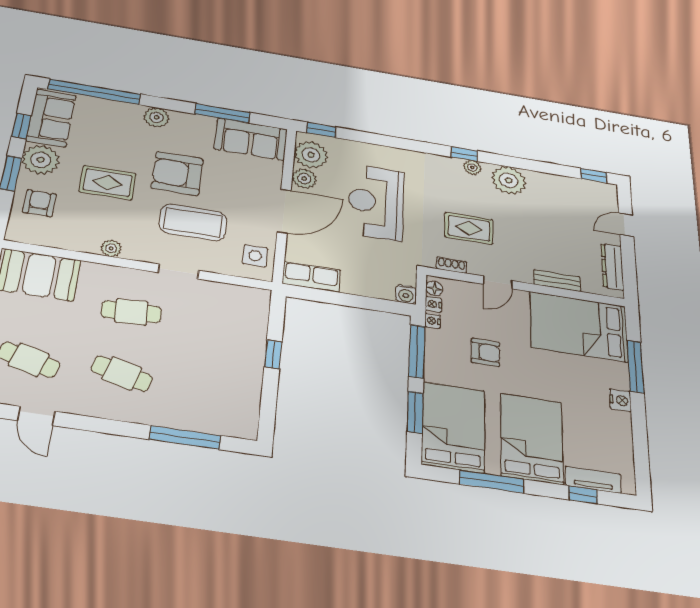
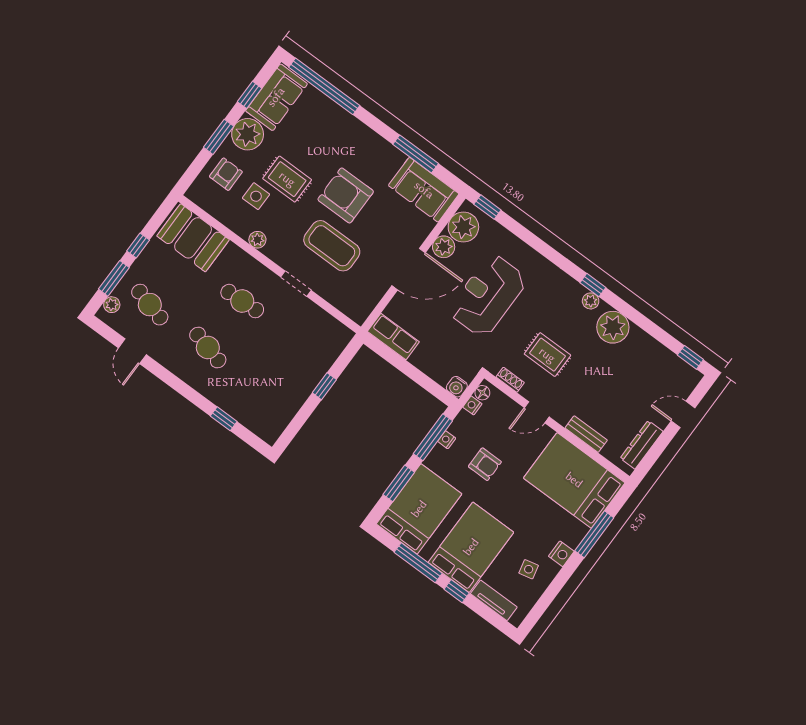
plant: (156, 117) -> (360, 134), removed
side table: (255, 256) -> (256, 196), moved
nightstand: (433, 321) -> (447, 440), moved
side table: (602, 431) -> (529, 569), added
window: (185, 437) -> (224, 419), width x0.46
window: (583, 495) -> (457, 591), moved

